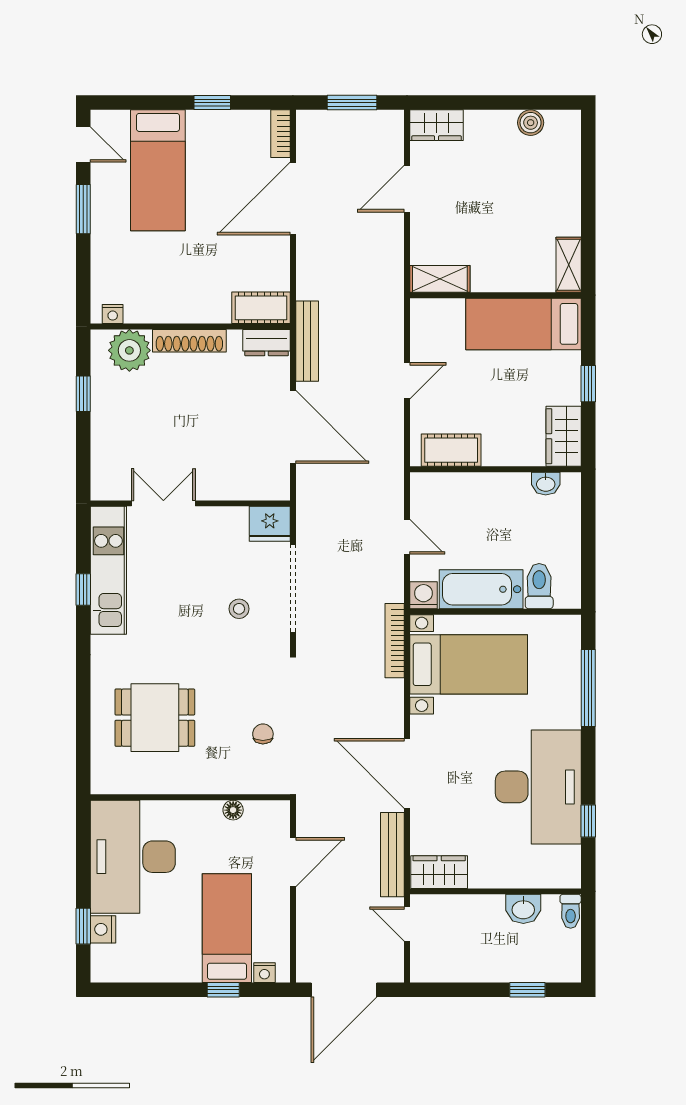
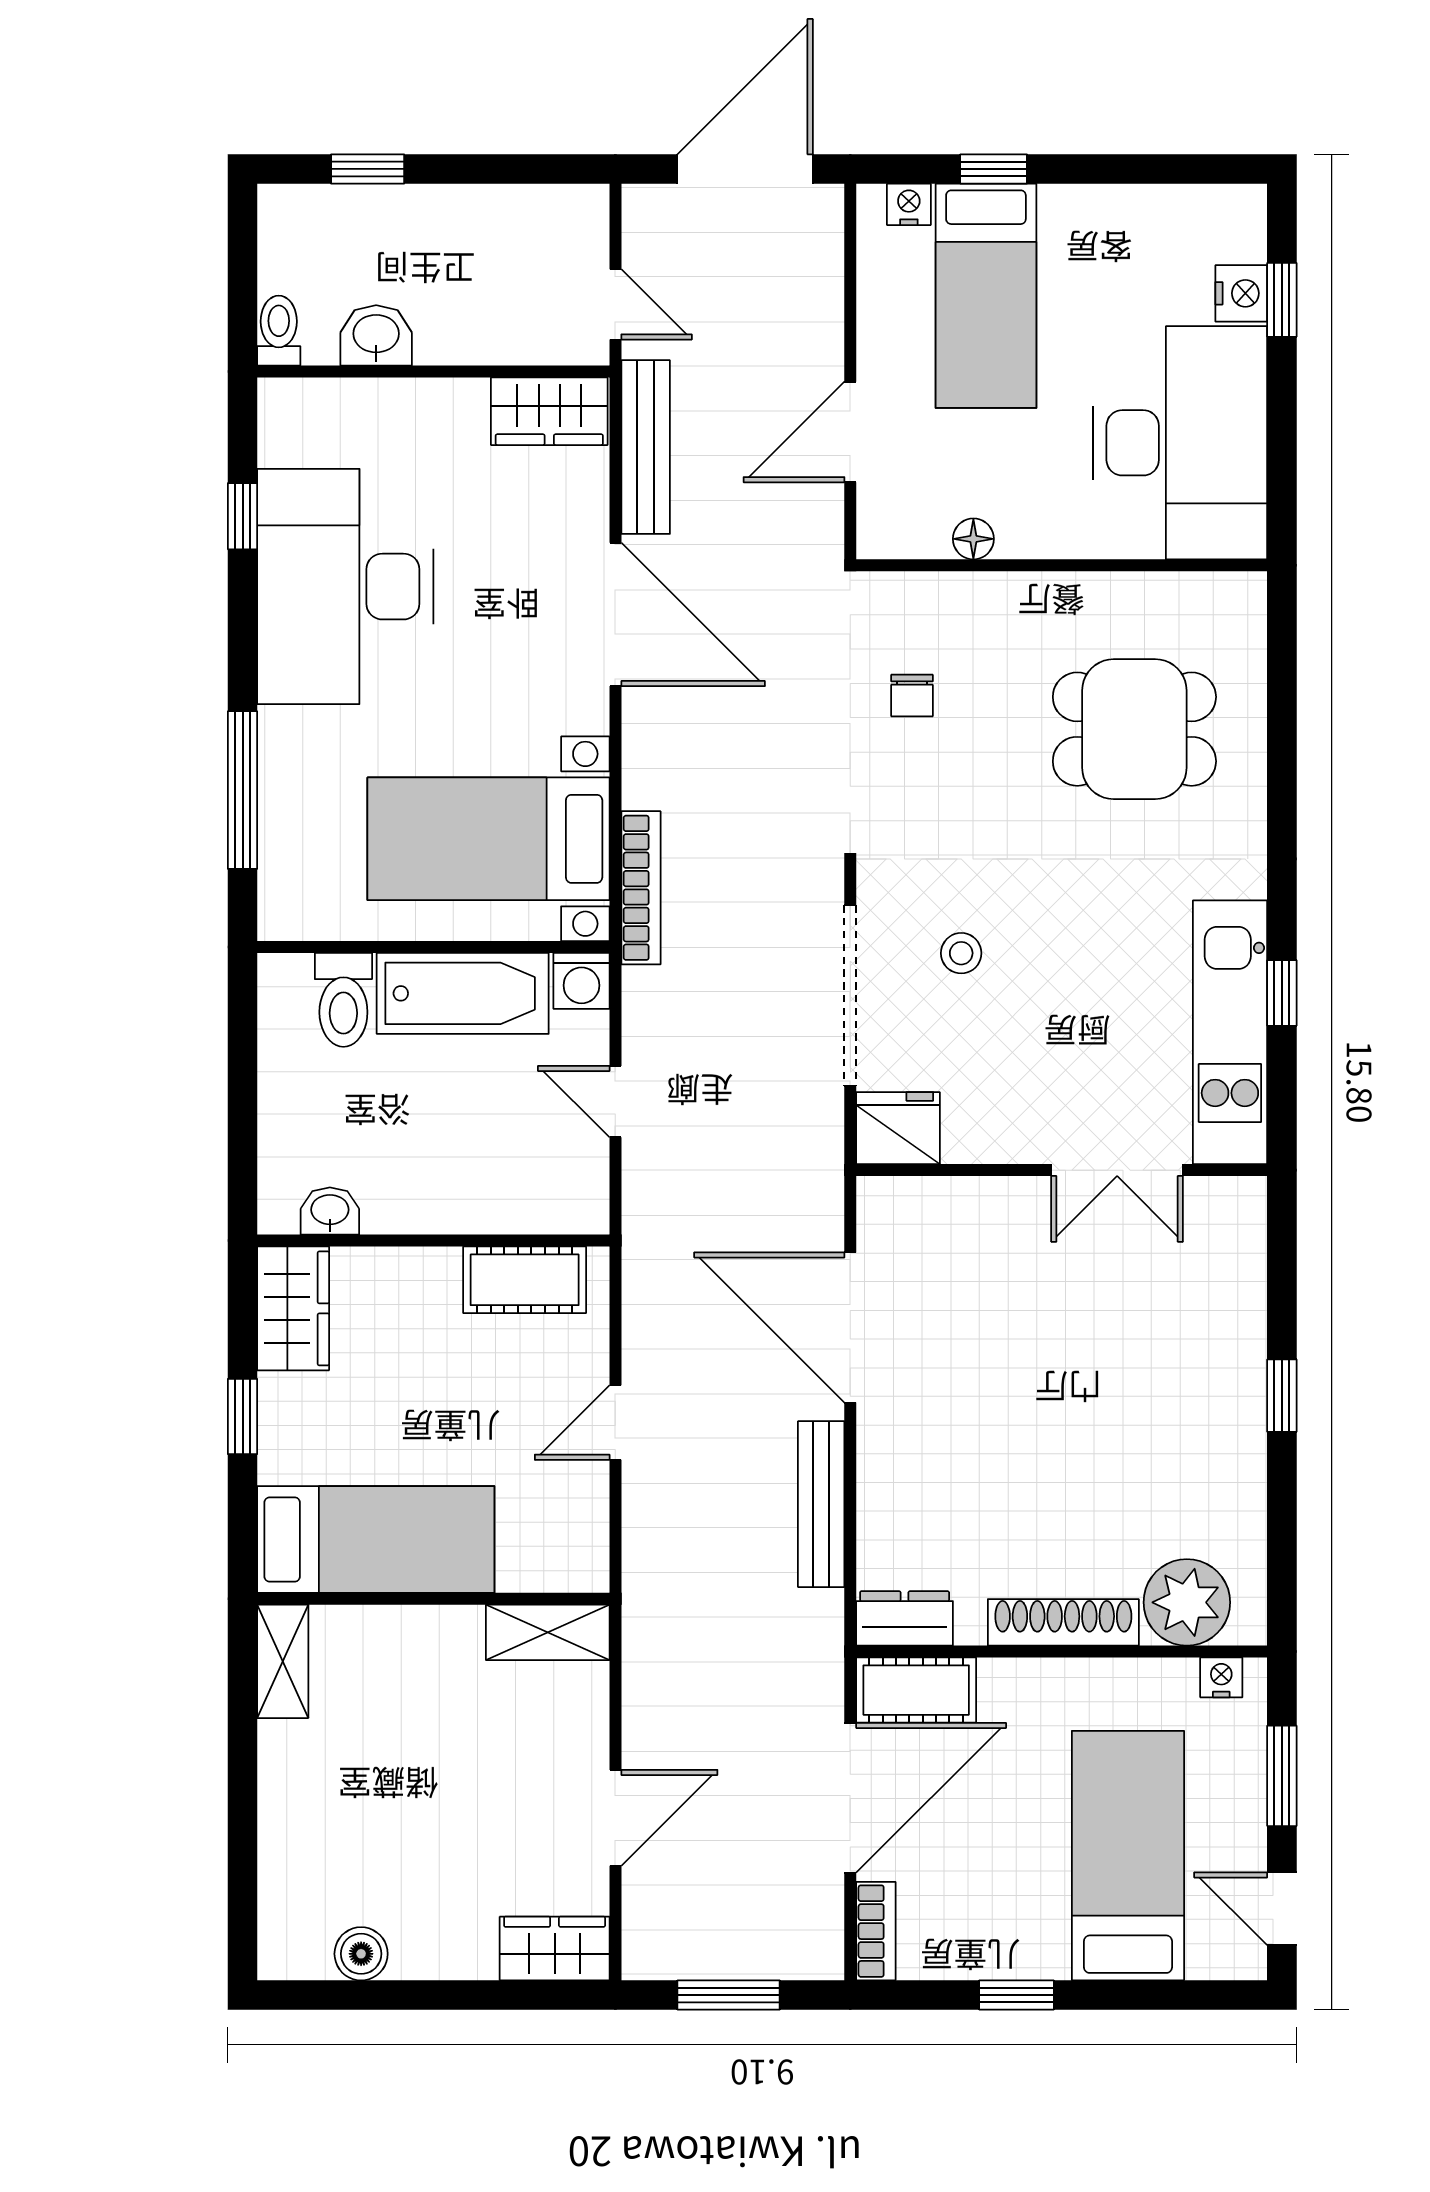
cot: (261, 308) -> (916, 1690), moved
nightstand: (113, 314) -> (1221, 1677), moved
wall: (190, 327) -> (1062, 1652), moved
shoe rack: (189, 341) -> (1063, 1622), moved
dresser: (267, 343) -> (905, 1618), moved
plant: (129, 350) -> (1187, 1602), moved

